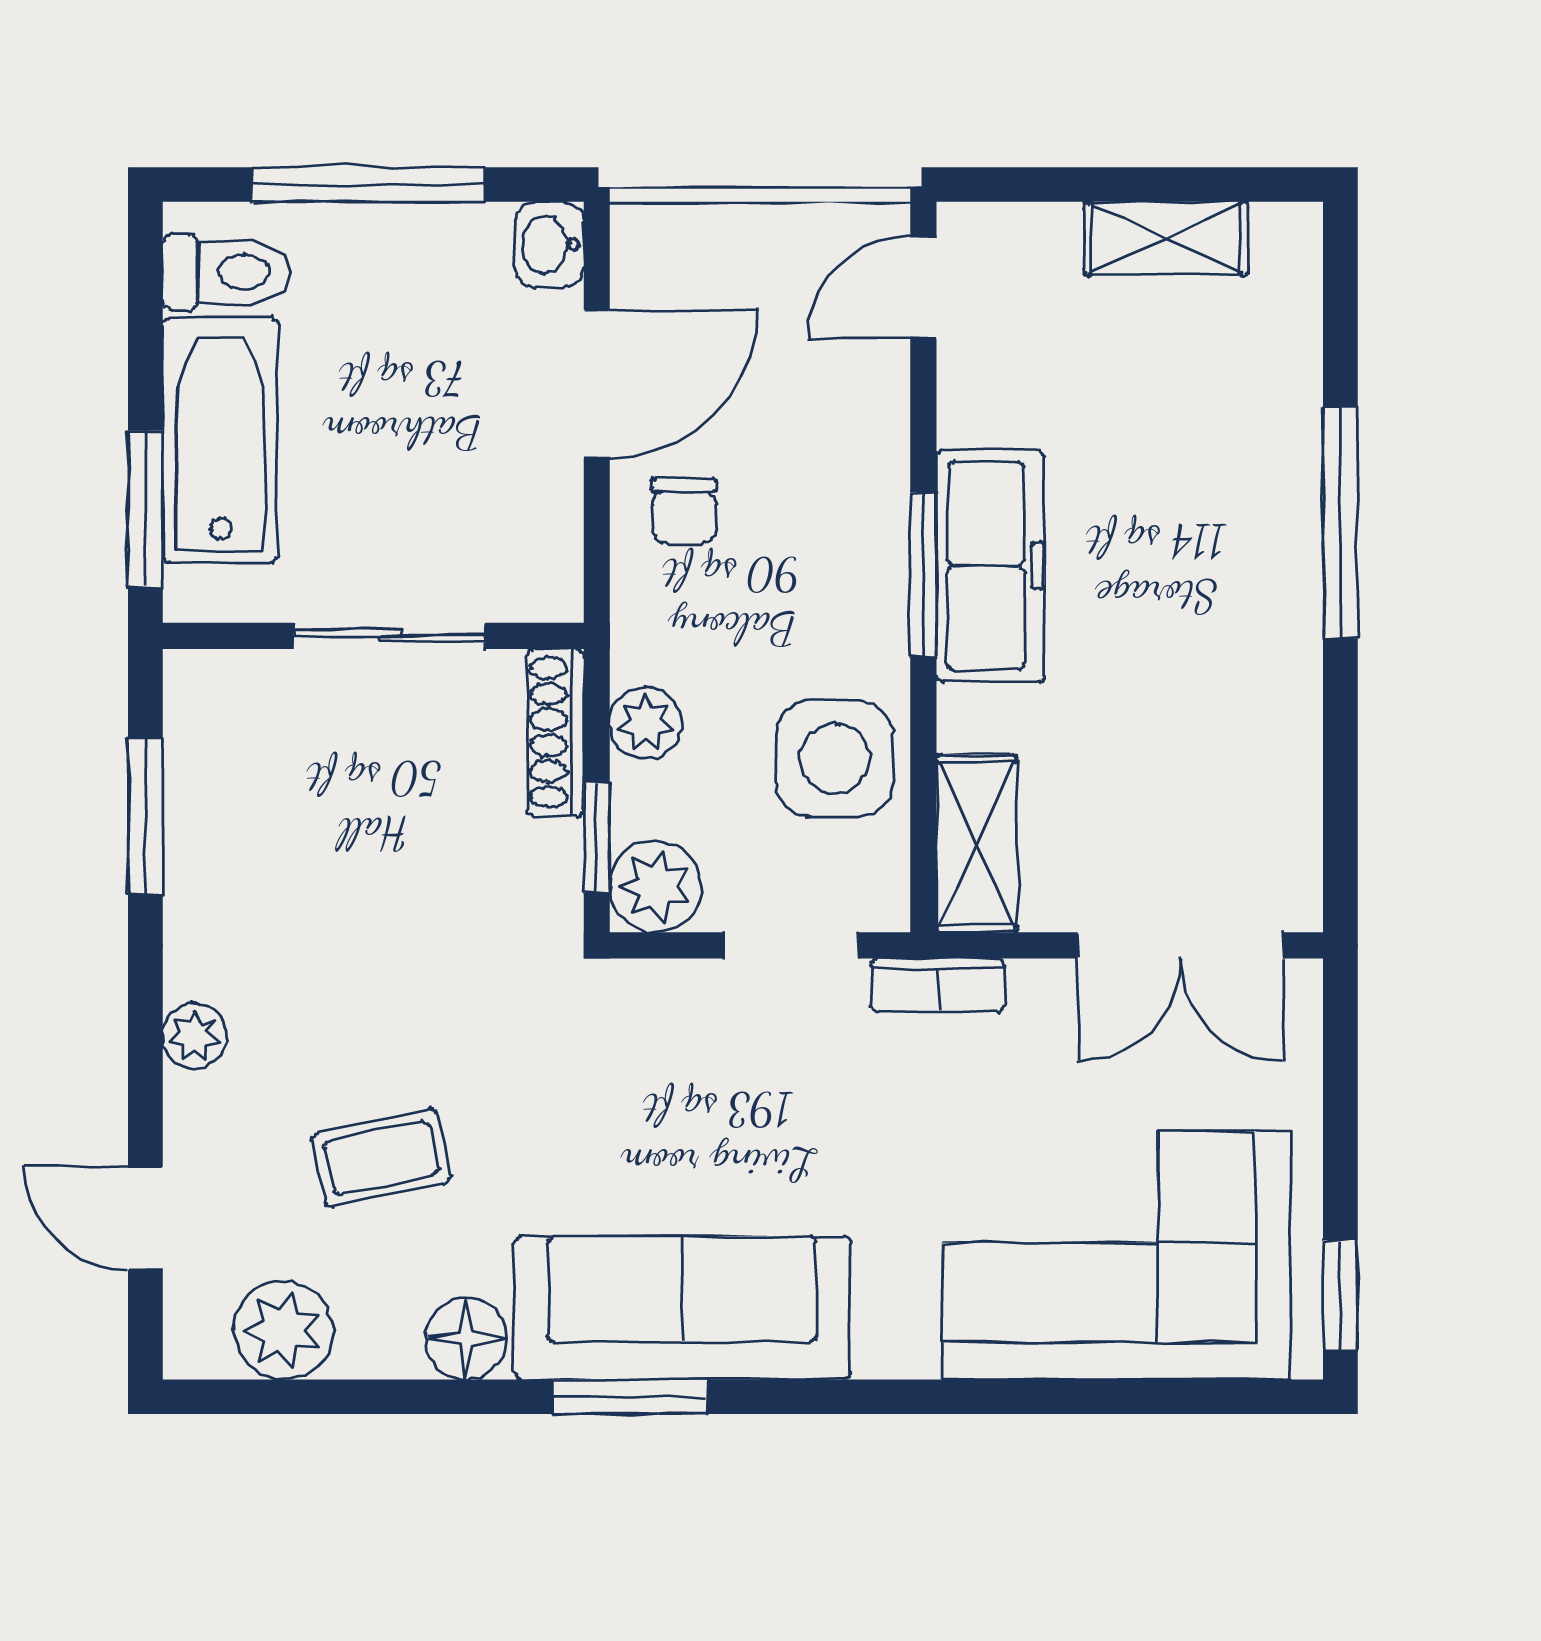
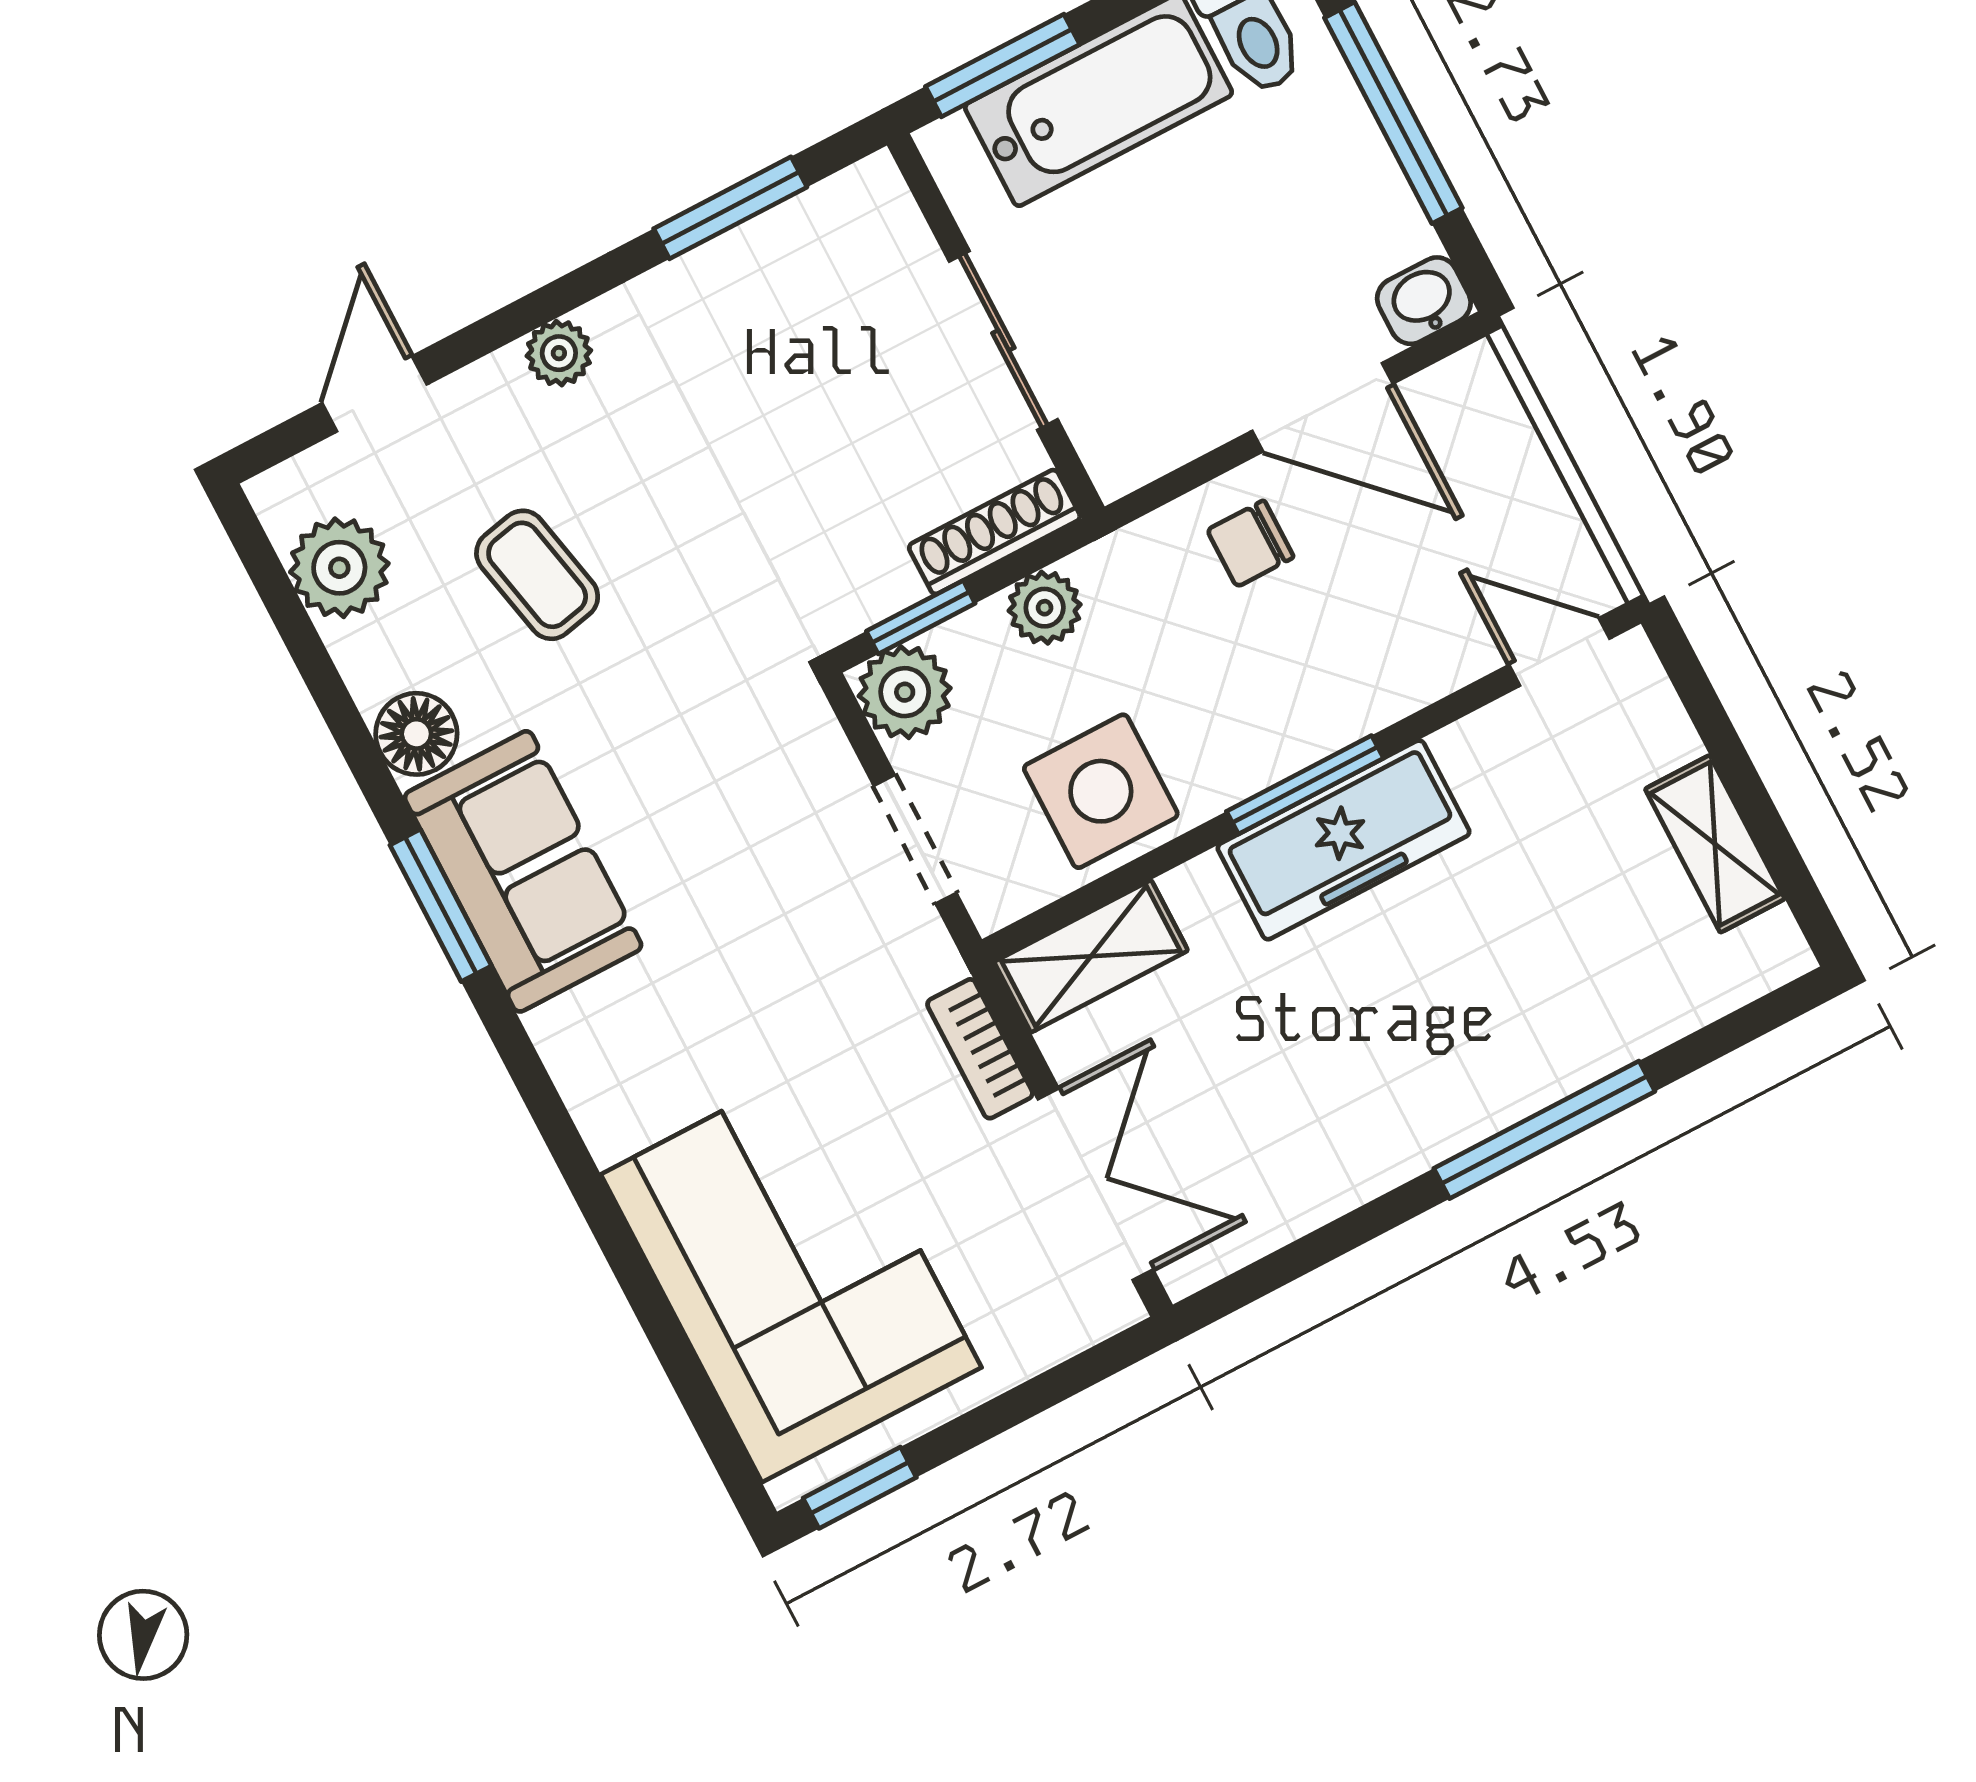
double door: (1181, 945) -> (1096, 1184), swing flipped
bookcase: (938, 985) -> (980, 1049), moved
sofa: (682, 1308) -> (523, 871), width x0.73

